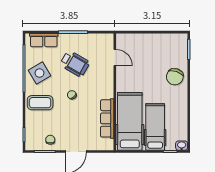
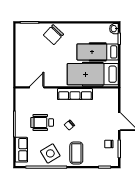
wheelchair: (75, 64) -> (42, 123), turned -120
chair: (175, 77) -> (54, 35), turned 114
row of seats: (107, 118) -> (75, 94), moved

